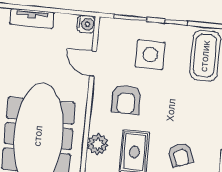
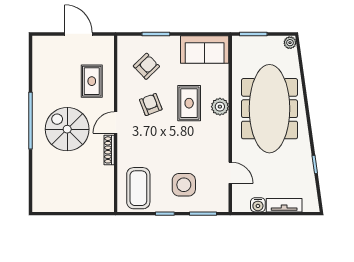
water cooler: (86, 24) -> (258, 205), moved, turned -90
armchair: (126, 99) -> (200, 146), removed

